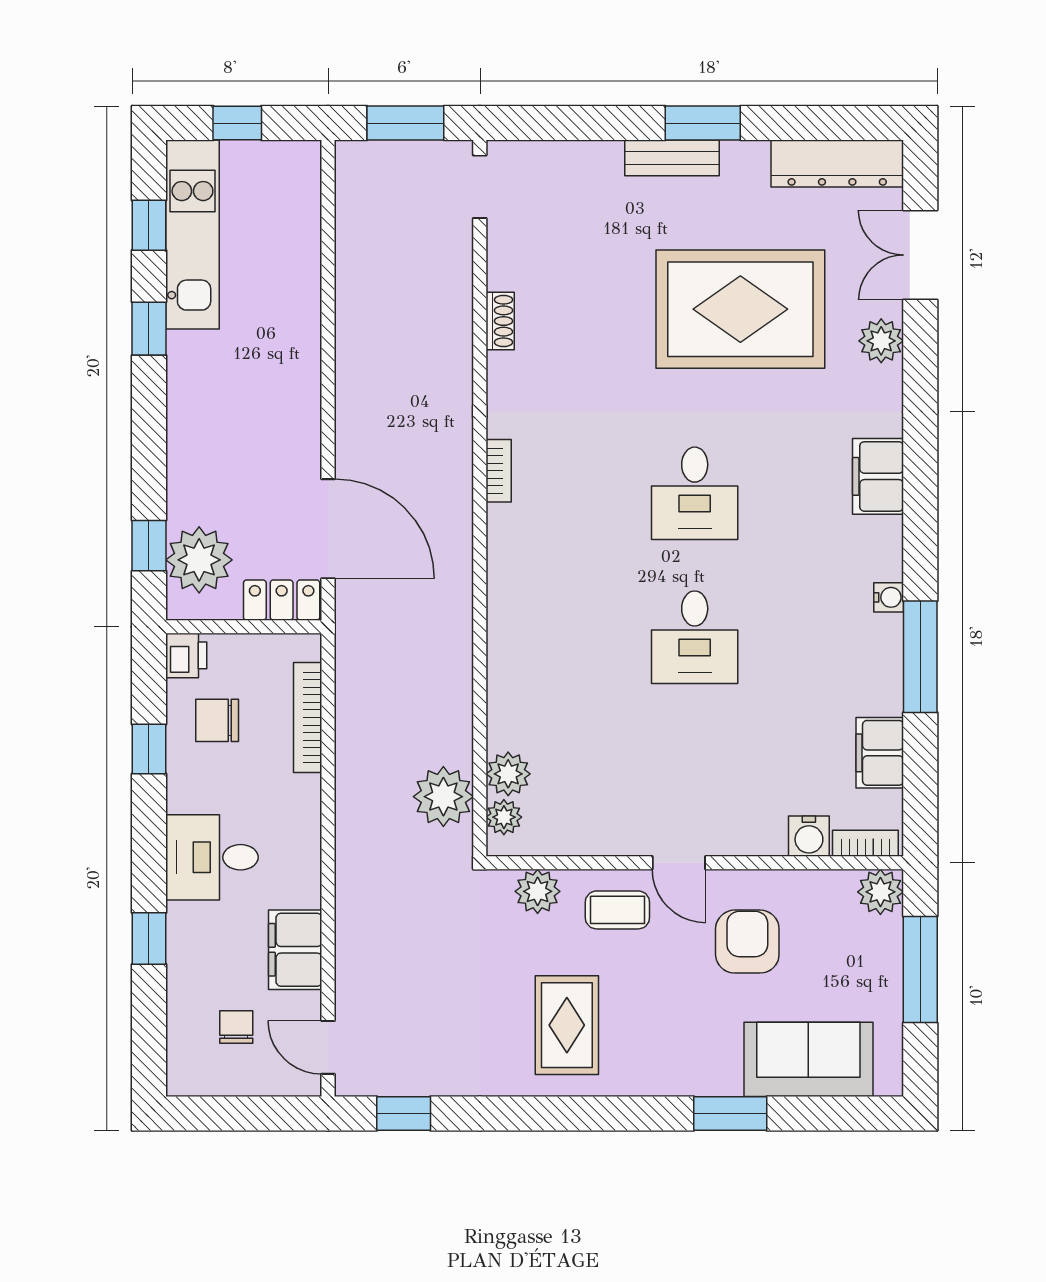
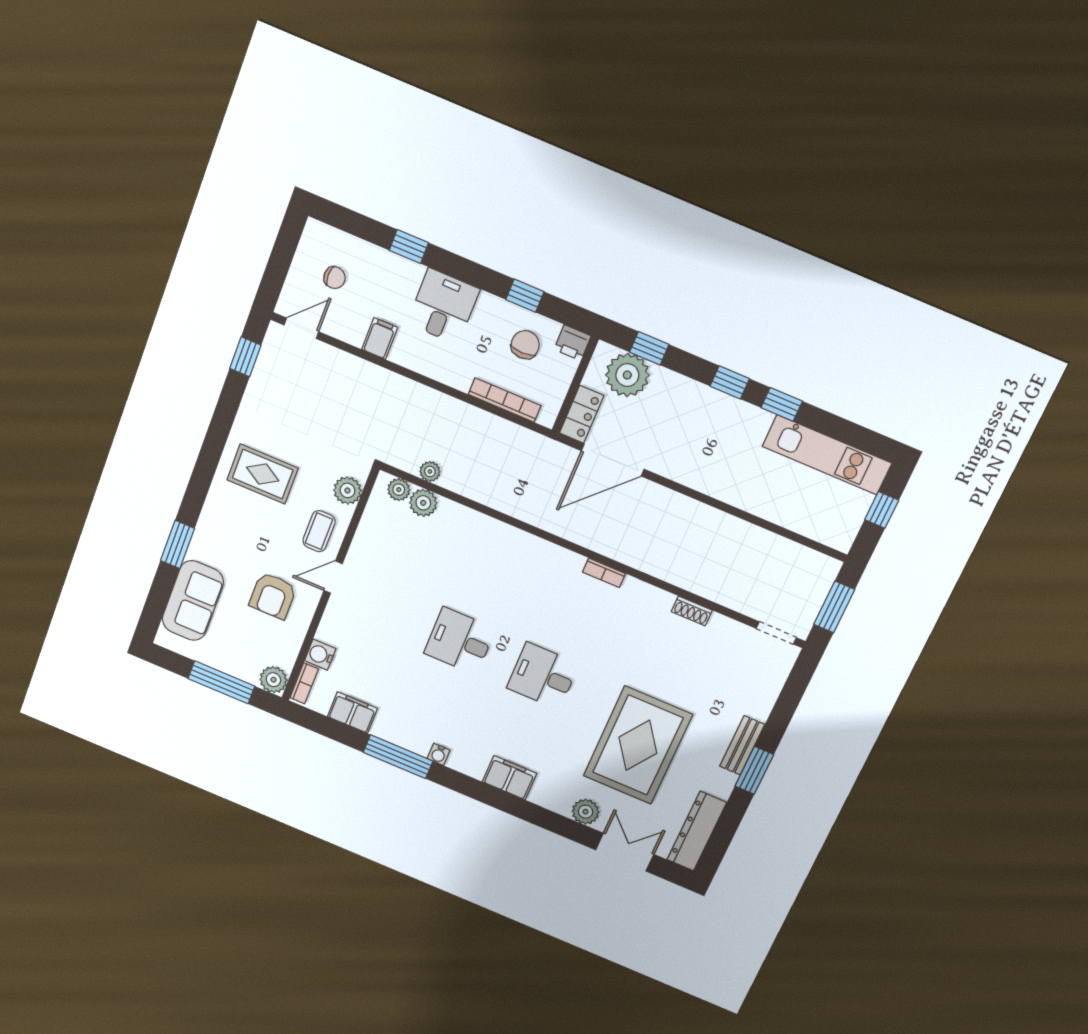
window: (149, 225) -> (730, 382), moved
plant: (443, 797) -> (430, 471), width x0.53, depth x0.53
armchair: (747, 942) -> (273, 596), turned 90
filing cabinet: (295, 950) -> (380, 338), width x0.50

